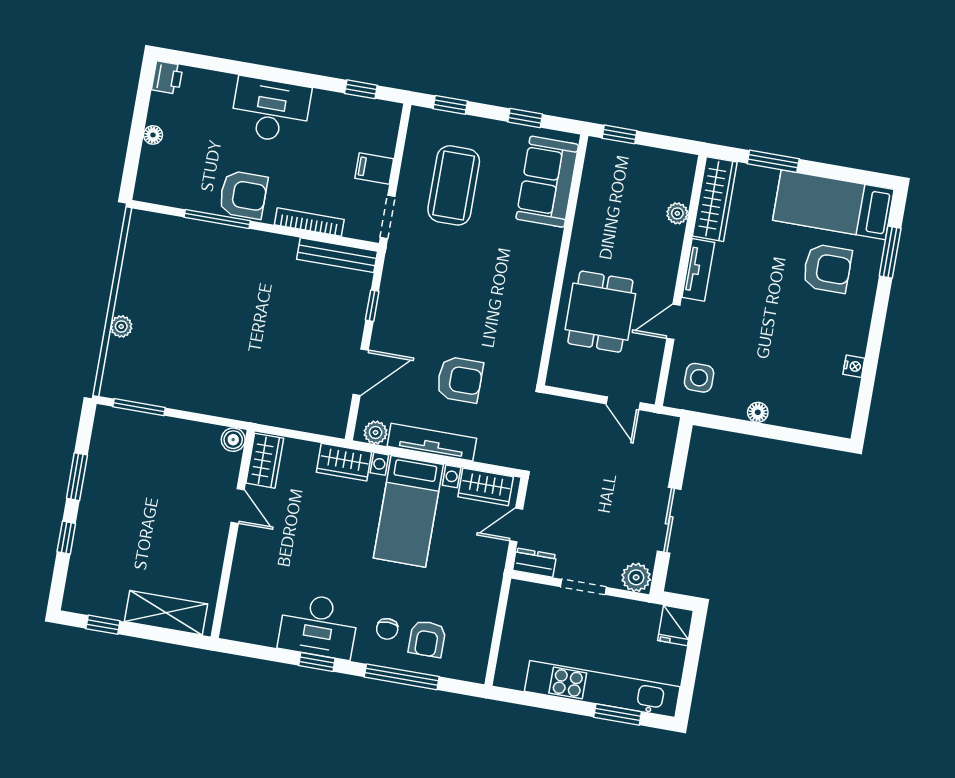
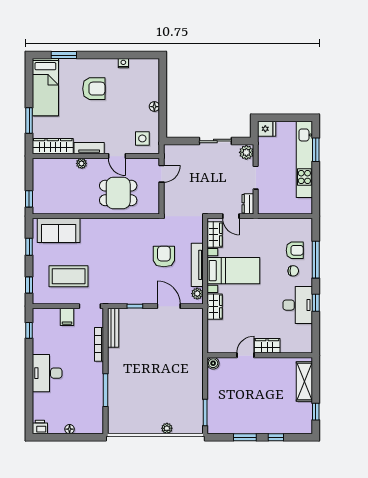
armchair: (243, 195) -> (91, 379), removed
plant: (677, 213) -> (82, 163), moved
armchair: (827, 268) -> (94, 89), moved, turned 90
wardrobe: (265, 461) -> (267, 346), moved

